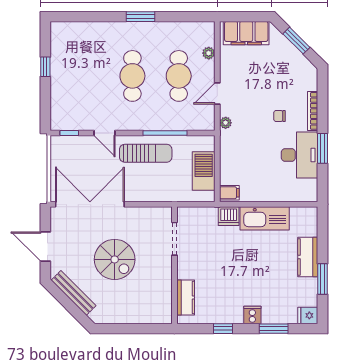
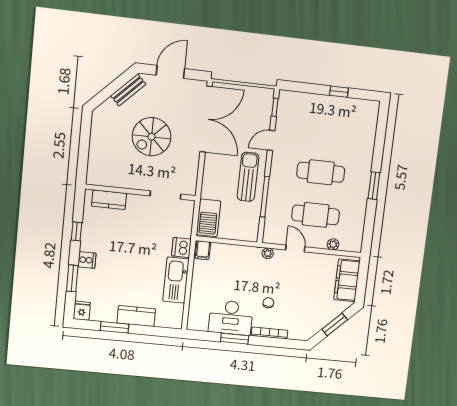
sun lounger: (146, 153) -> (248, 177), turned 180
barbecue: (204, 171) -> (208, 218), moved, turned 90
bench: (74, 293) -> (128, 90), width x0.73

